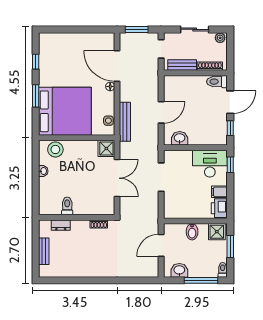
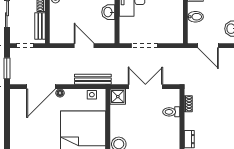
washbasin: (180, 138) -> (108, 12), moved
toilet: (67, 206) -> (171, 112), moved

